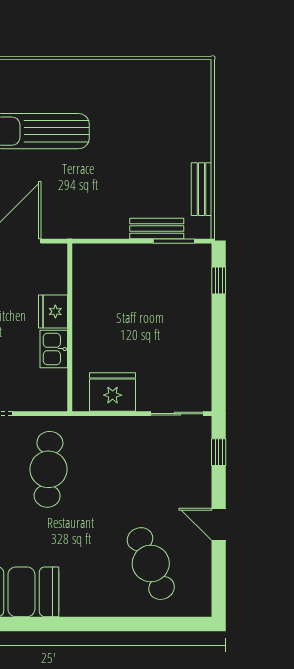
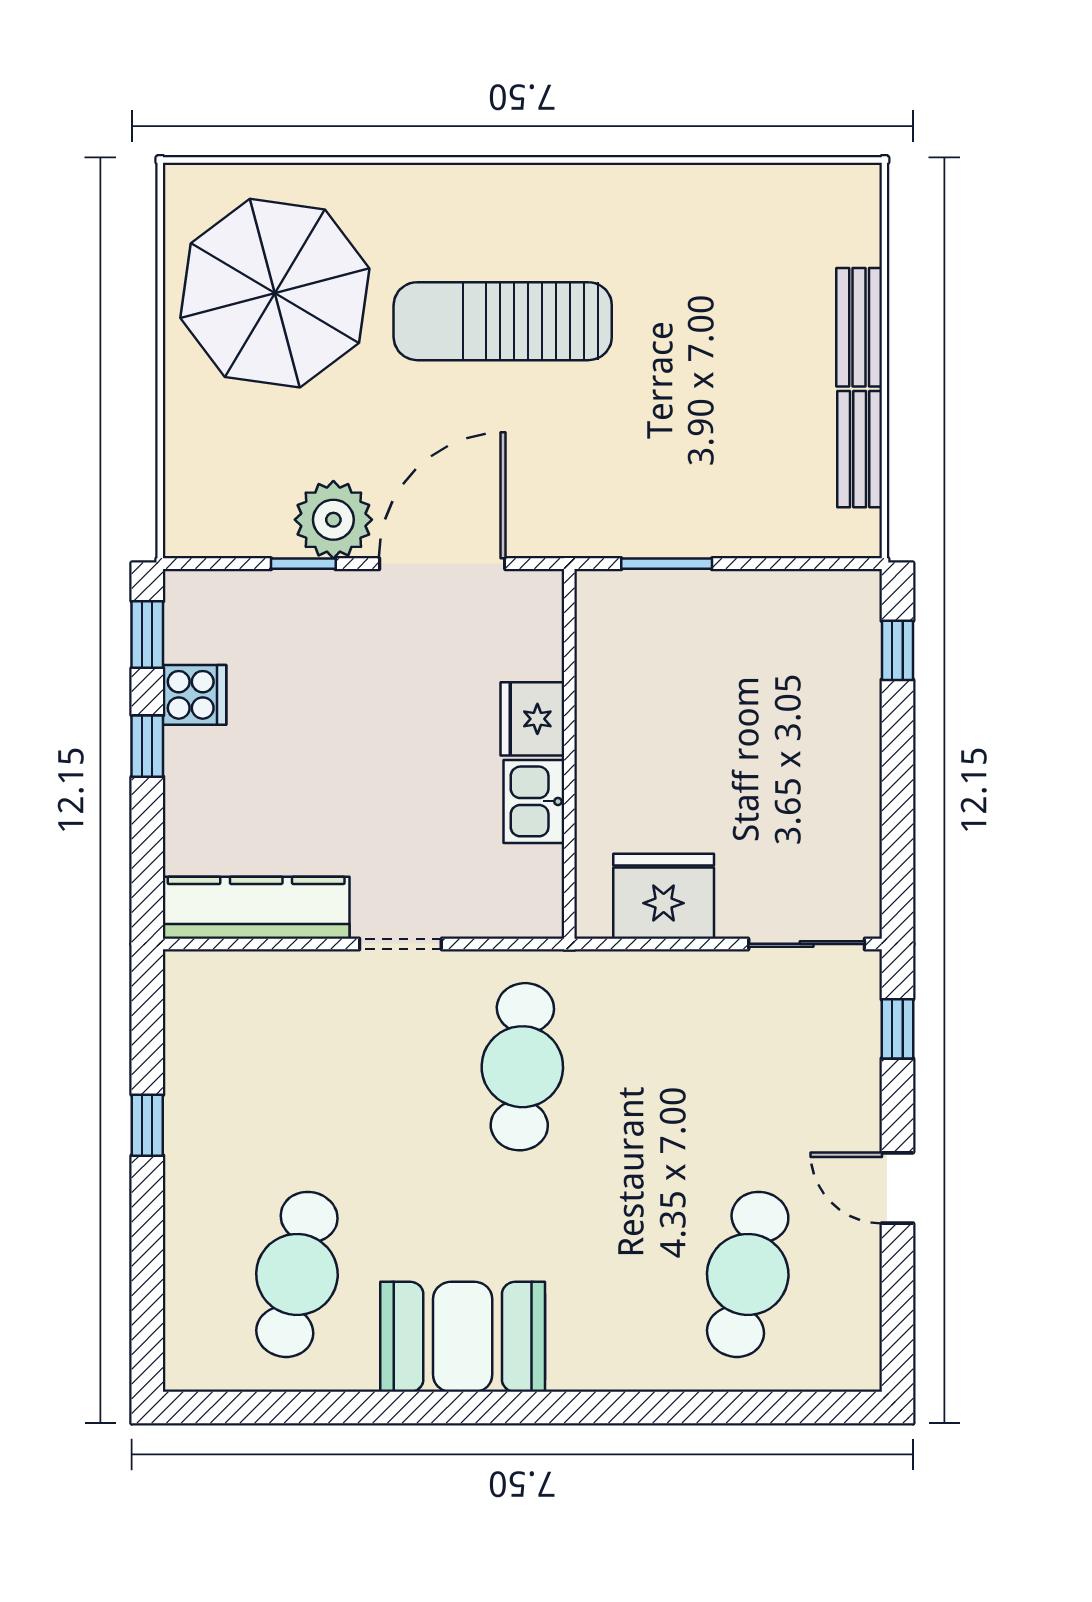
bench: (157, 228) -> (859, 327), moved, turned 90
window: (174, 241) -> (667, 564), moved
cafe table: (151, 564) -> (748, 1274), turned 36

